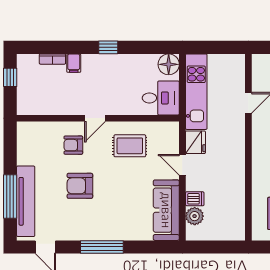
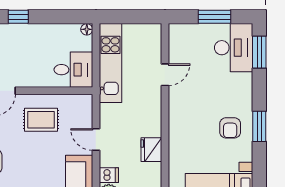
floor lamp: (169, 64) -> (87, 29), width x0.53, depth x0.53
fridge: (195, 142) -> (151, 150), moved, turned 180

